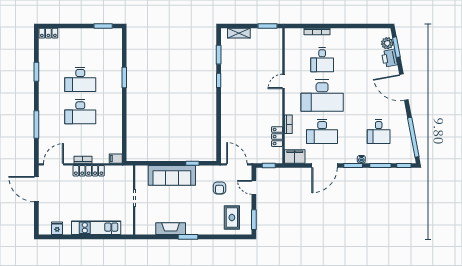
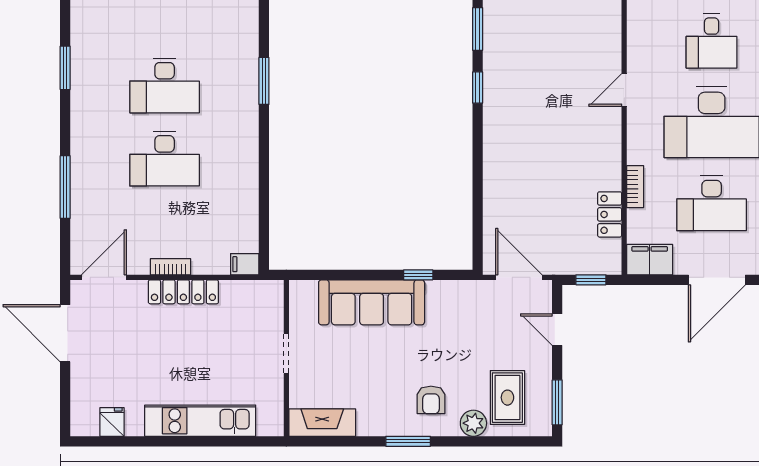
armchair: (219, 188) -> (431, 400), moved
fireplace: (171, 229) -> (322, 423), moved
plant: (217, 229) -> (473, 423), added

